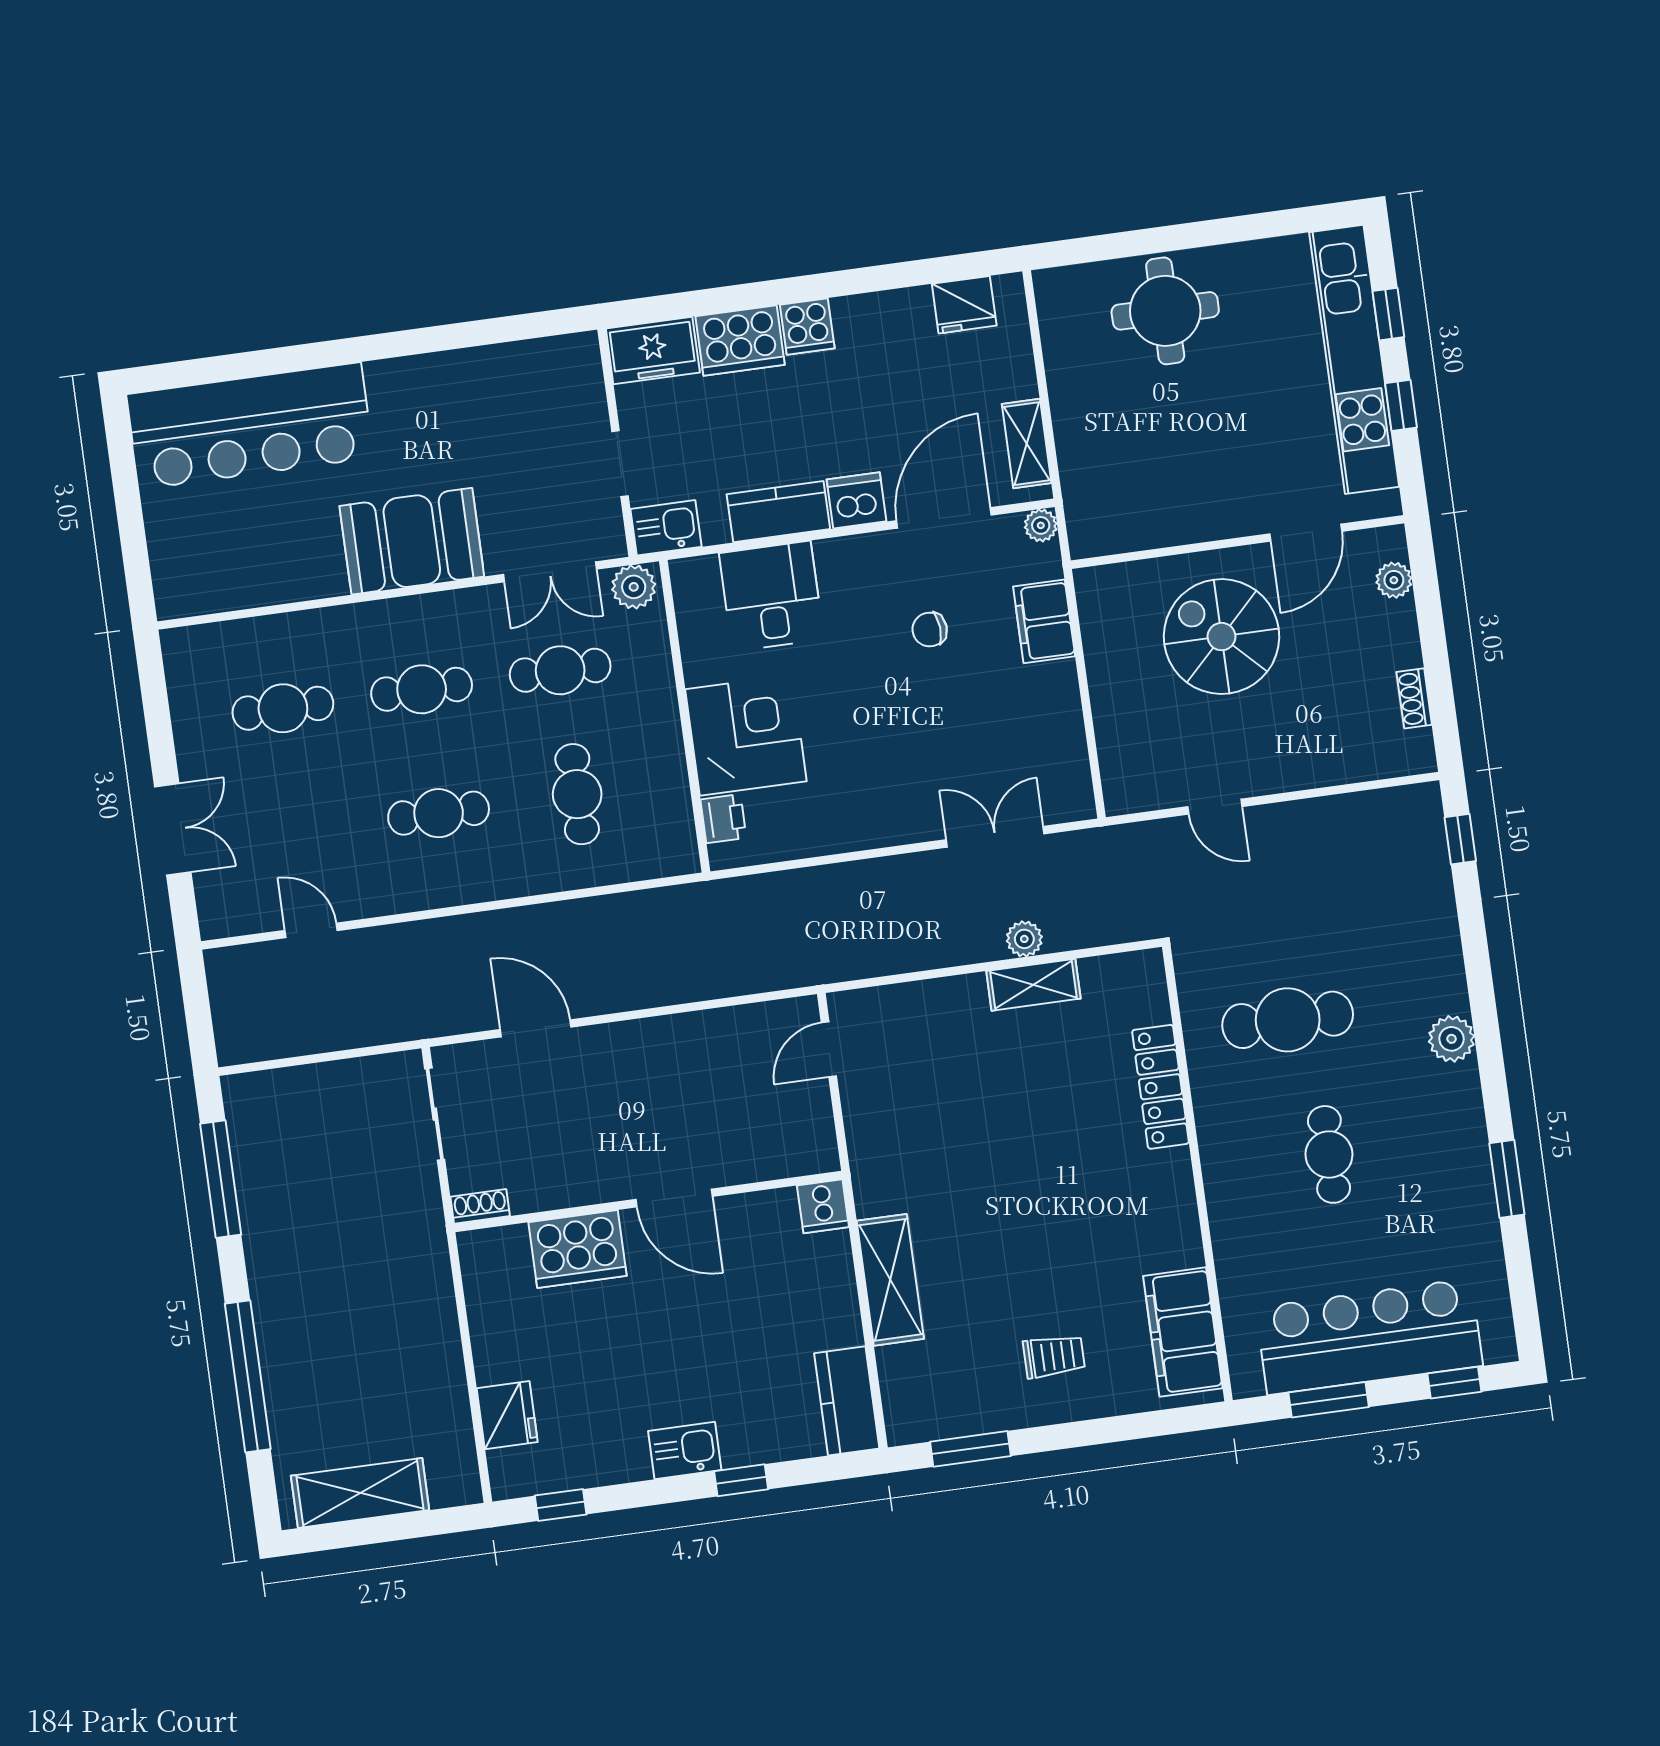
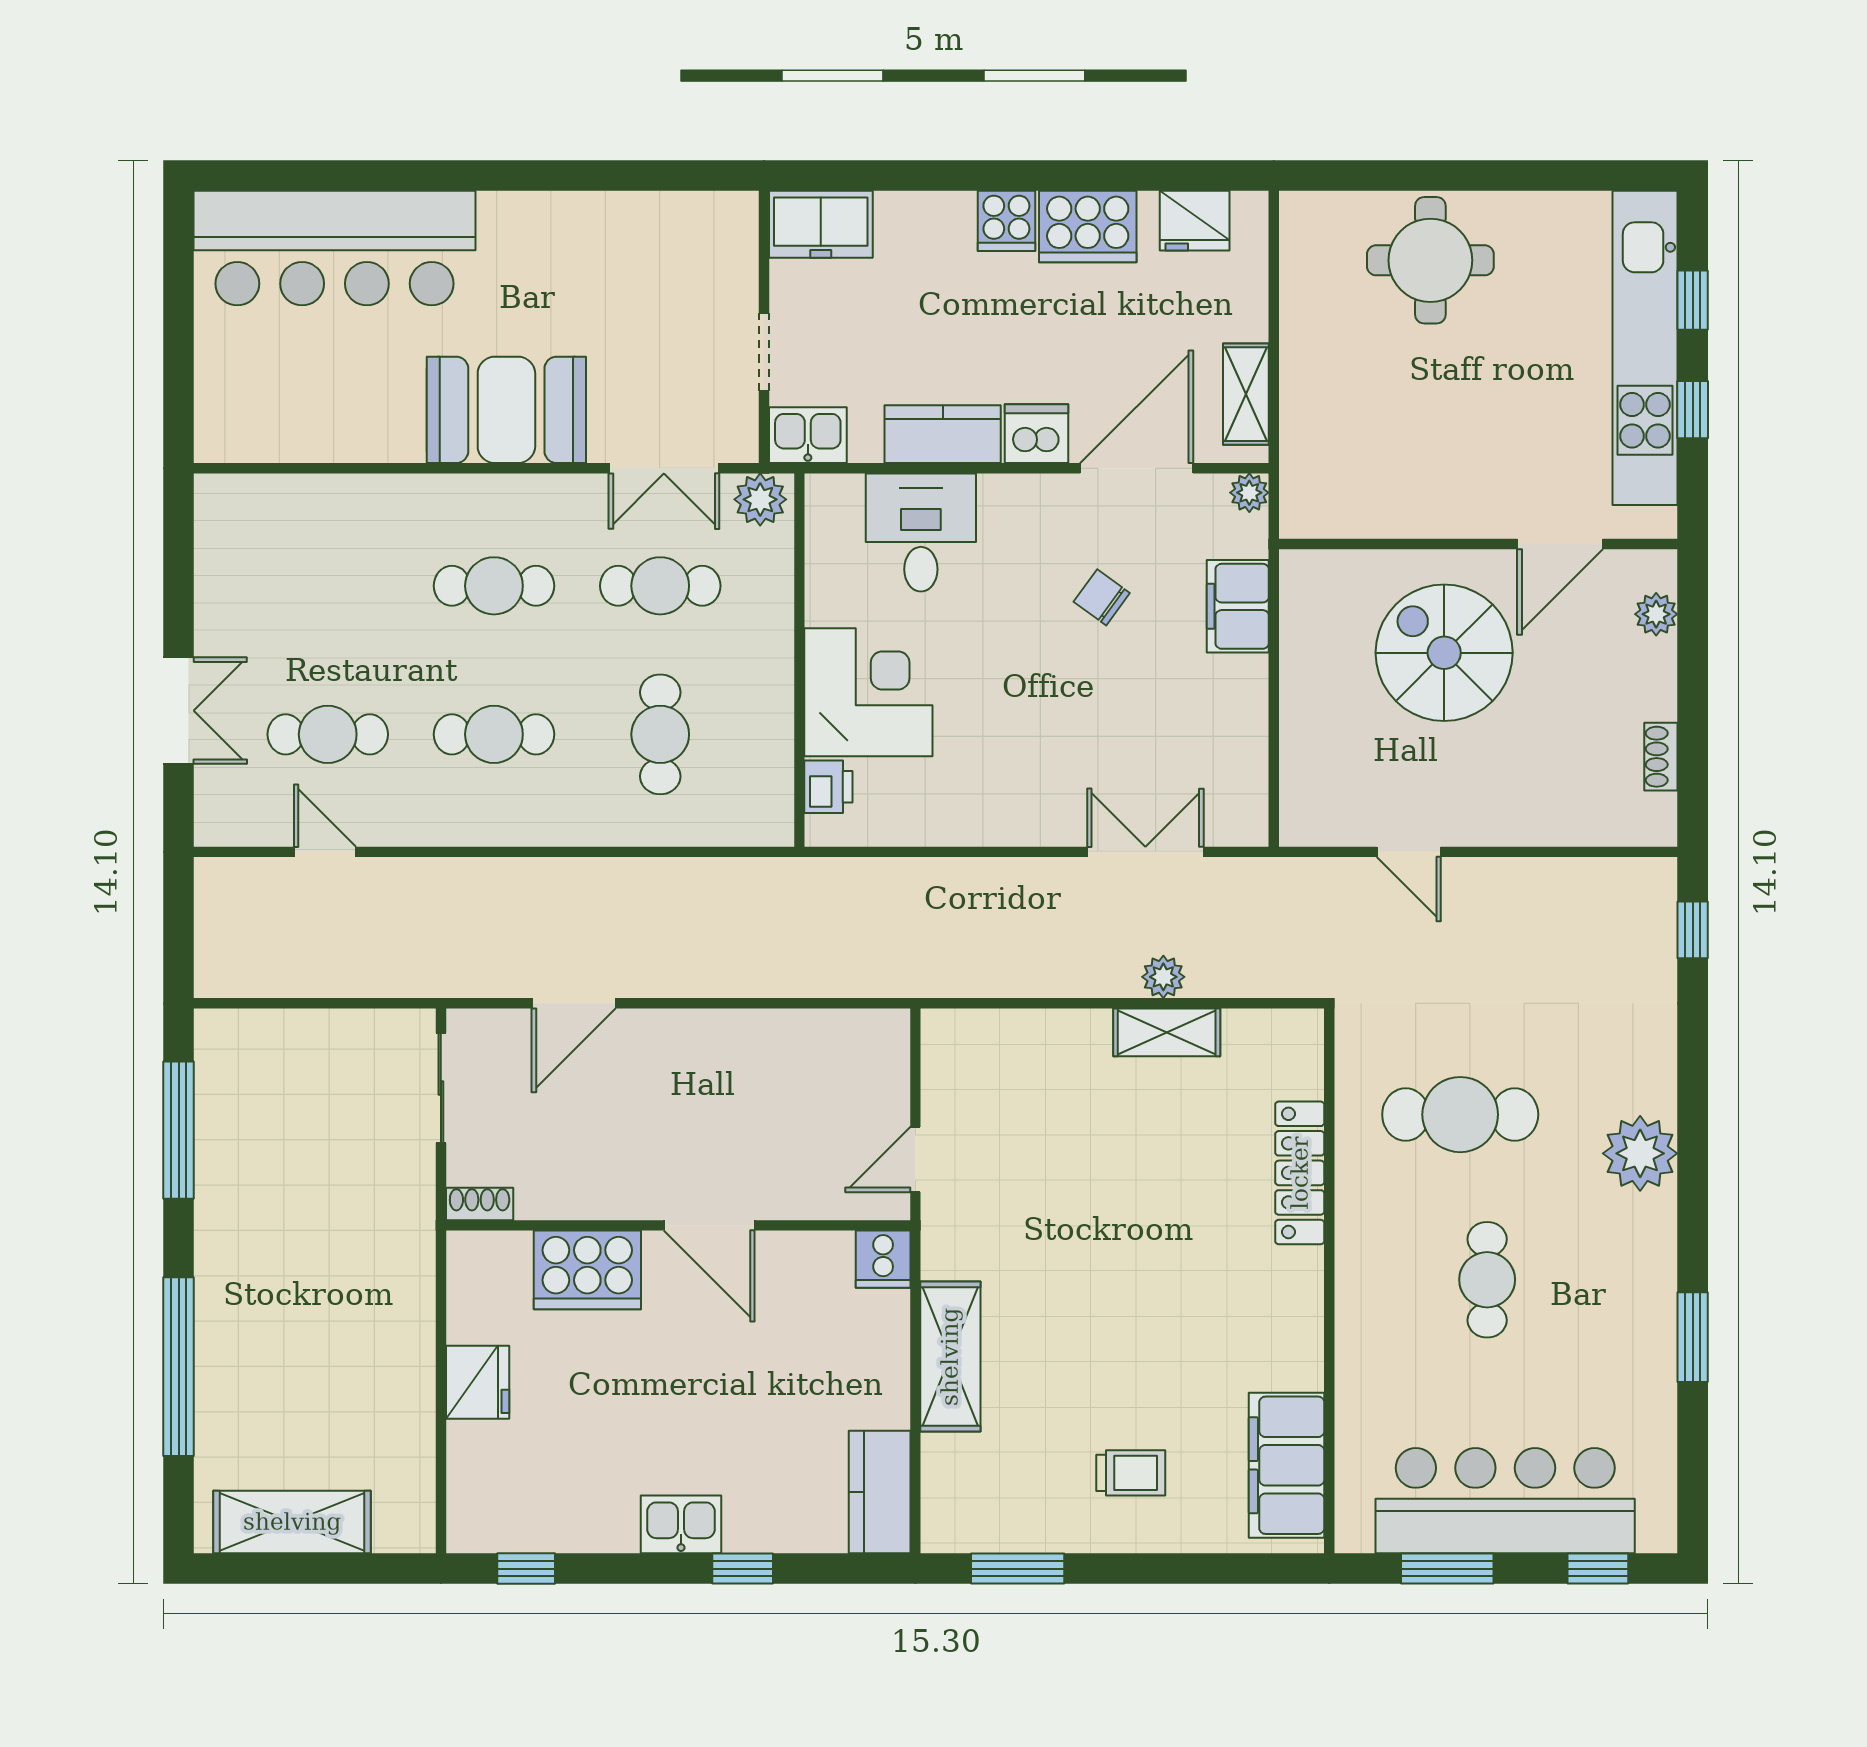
cooker: (740, 340) -> (1088, 227), moved
chair: (930, 630) -> (1102, 597), turned 40
cafe table: (283, 708) -> (328, 734), moved
door: (536, 1028) -> (574, 1003), swing flipped
plant: (1452, 1039) -> (1640, 1153), width x1.36, depth x1.36
door: (829, 1049) -> (915, 1160), moved
fridge: (507, 1415) -> (478, 1382), moved

